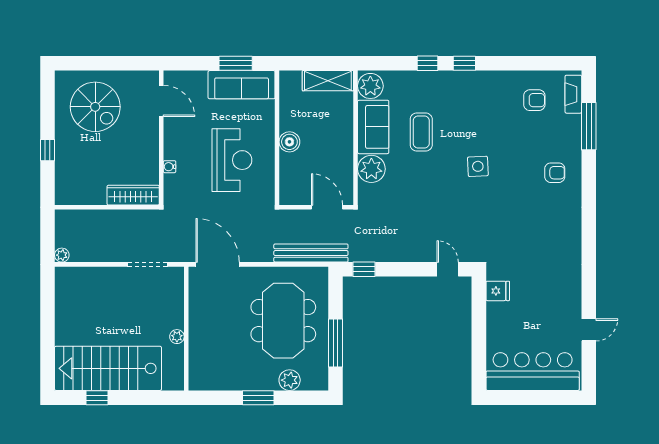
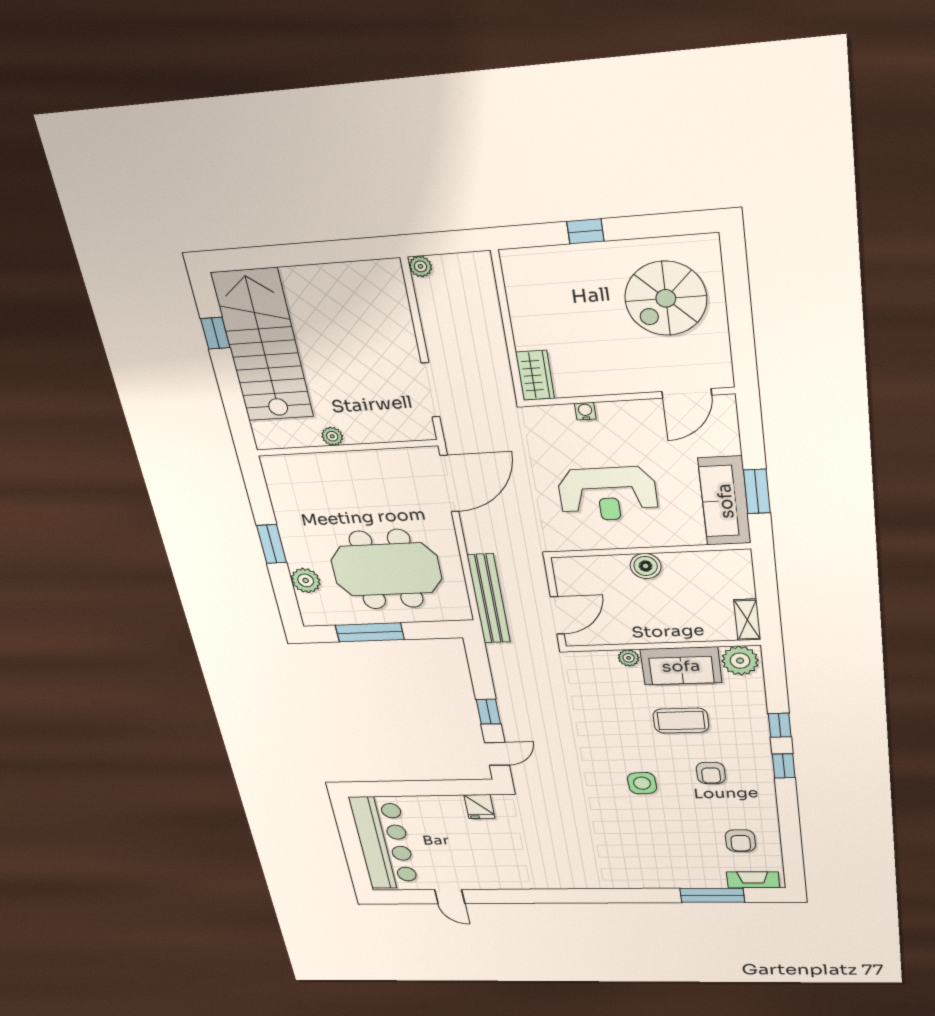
shelving: (328, 81) -> (747, 620), width x0.67, depth x0.75
plant: (371, 169) -> (629, 658), width x0.53, depth x0.53
armchair: (555, 173) -> (711, 773), moved
wardrobe: (133, 195) -> (535, 375), width x0.67
window: (364, 269) -> (488, 712), moved

